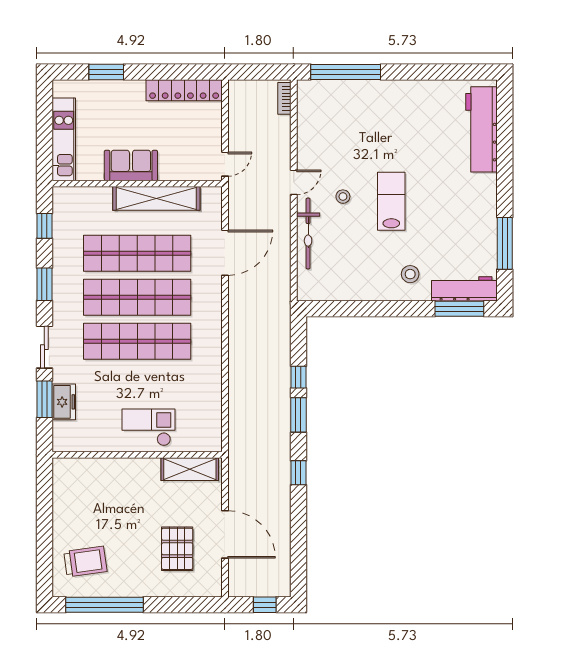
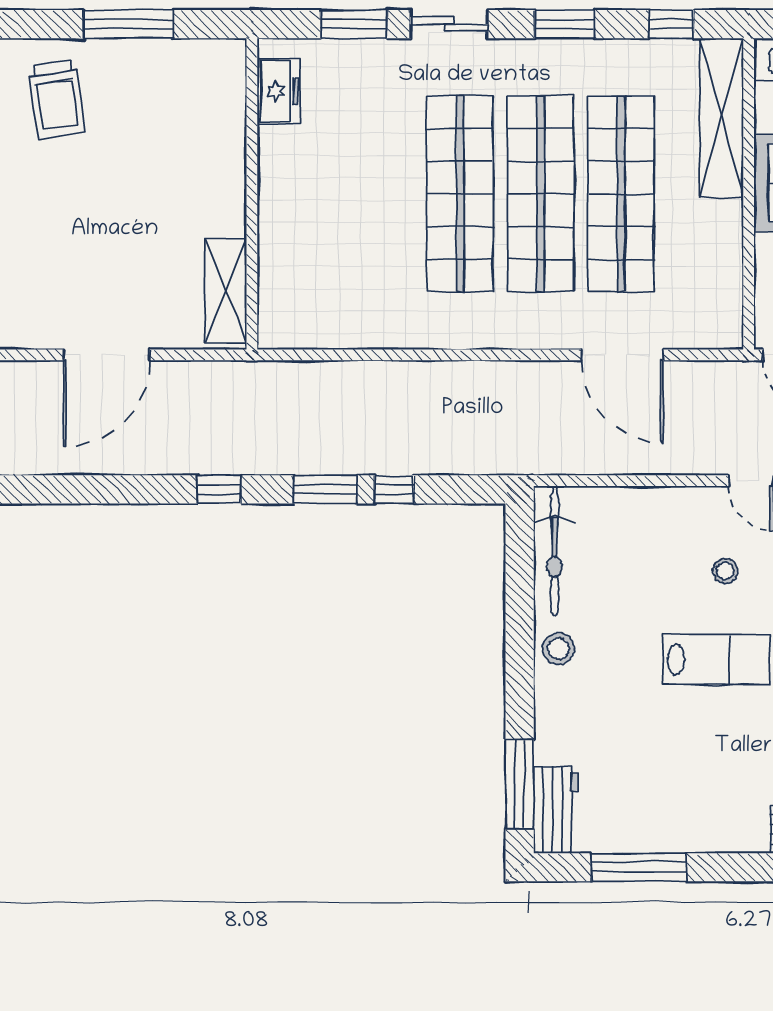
shelving: (156, 198) -> (722, 118), moved
bicycle: (308, 233) -> (555, 551), moved, turned -90
stool: (410, 274) -> (558, 649), moved
workbench: (464, 289) -> (556, 810), width x0.73
freezer: (64, 402) -> (279, 91), moved, turned -90
checkout: (148, 427) -> (302, 215), removed
window: (44, 522) -> (128, 24), added
pallet: (177, 549) -> (80, 267), removed

